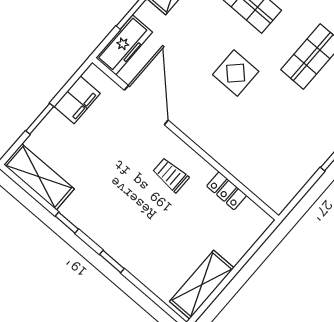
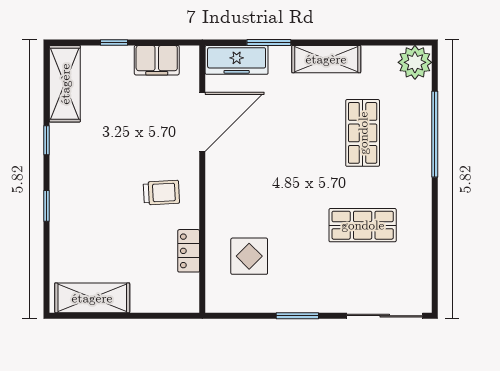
display table: (236, 73) -> (249, 256), moved
window: (40, 119) -> (114, 42), width x0.67
trolley: (171, 175) -> (161, 193), turned 87

